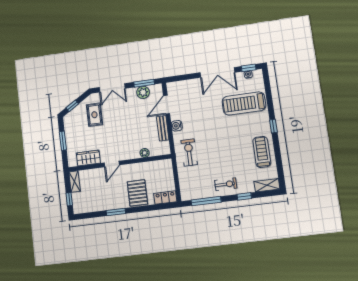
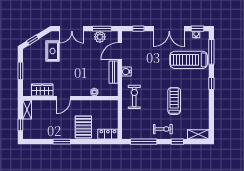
window: (184, 77) -> (138, 29), added
window: (268, 91) -> (211, 52), added
treadmill: (262, 152) -> (174, 101), moved

